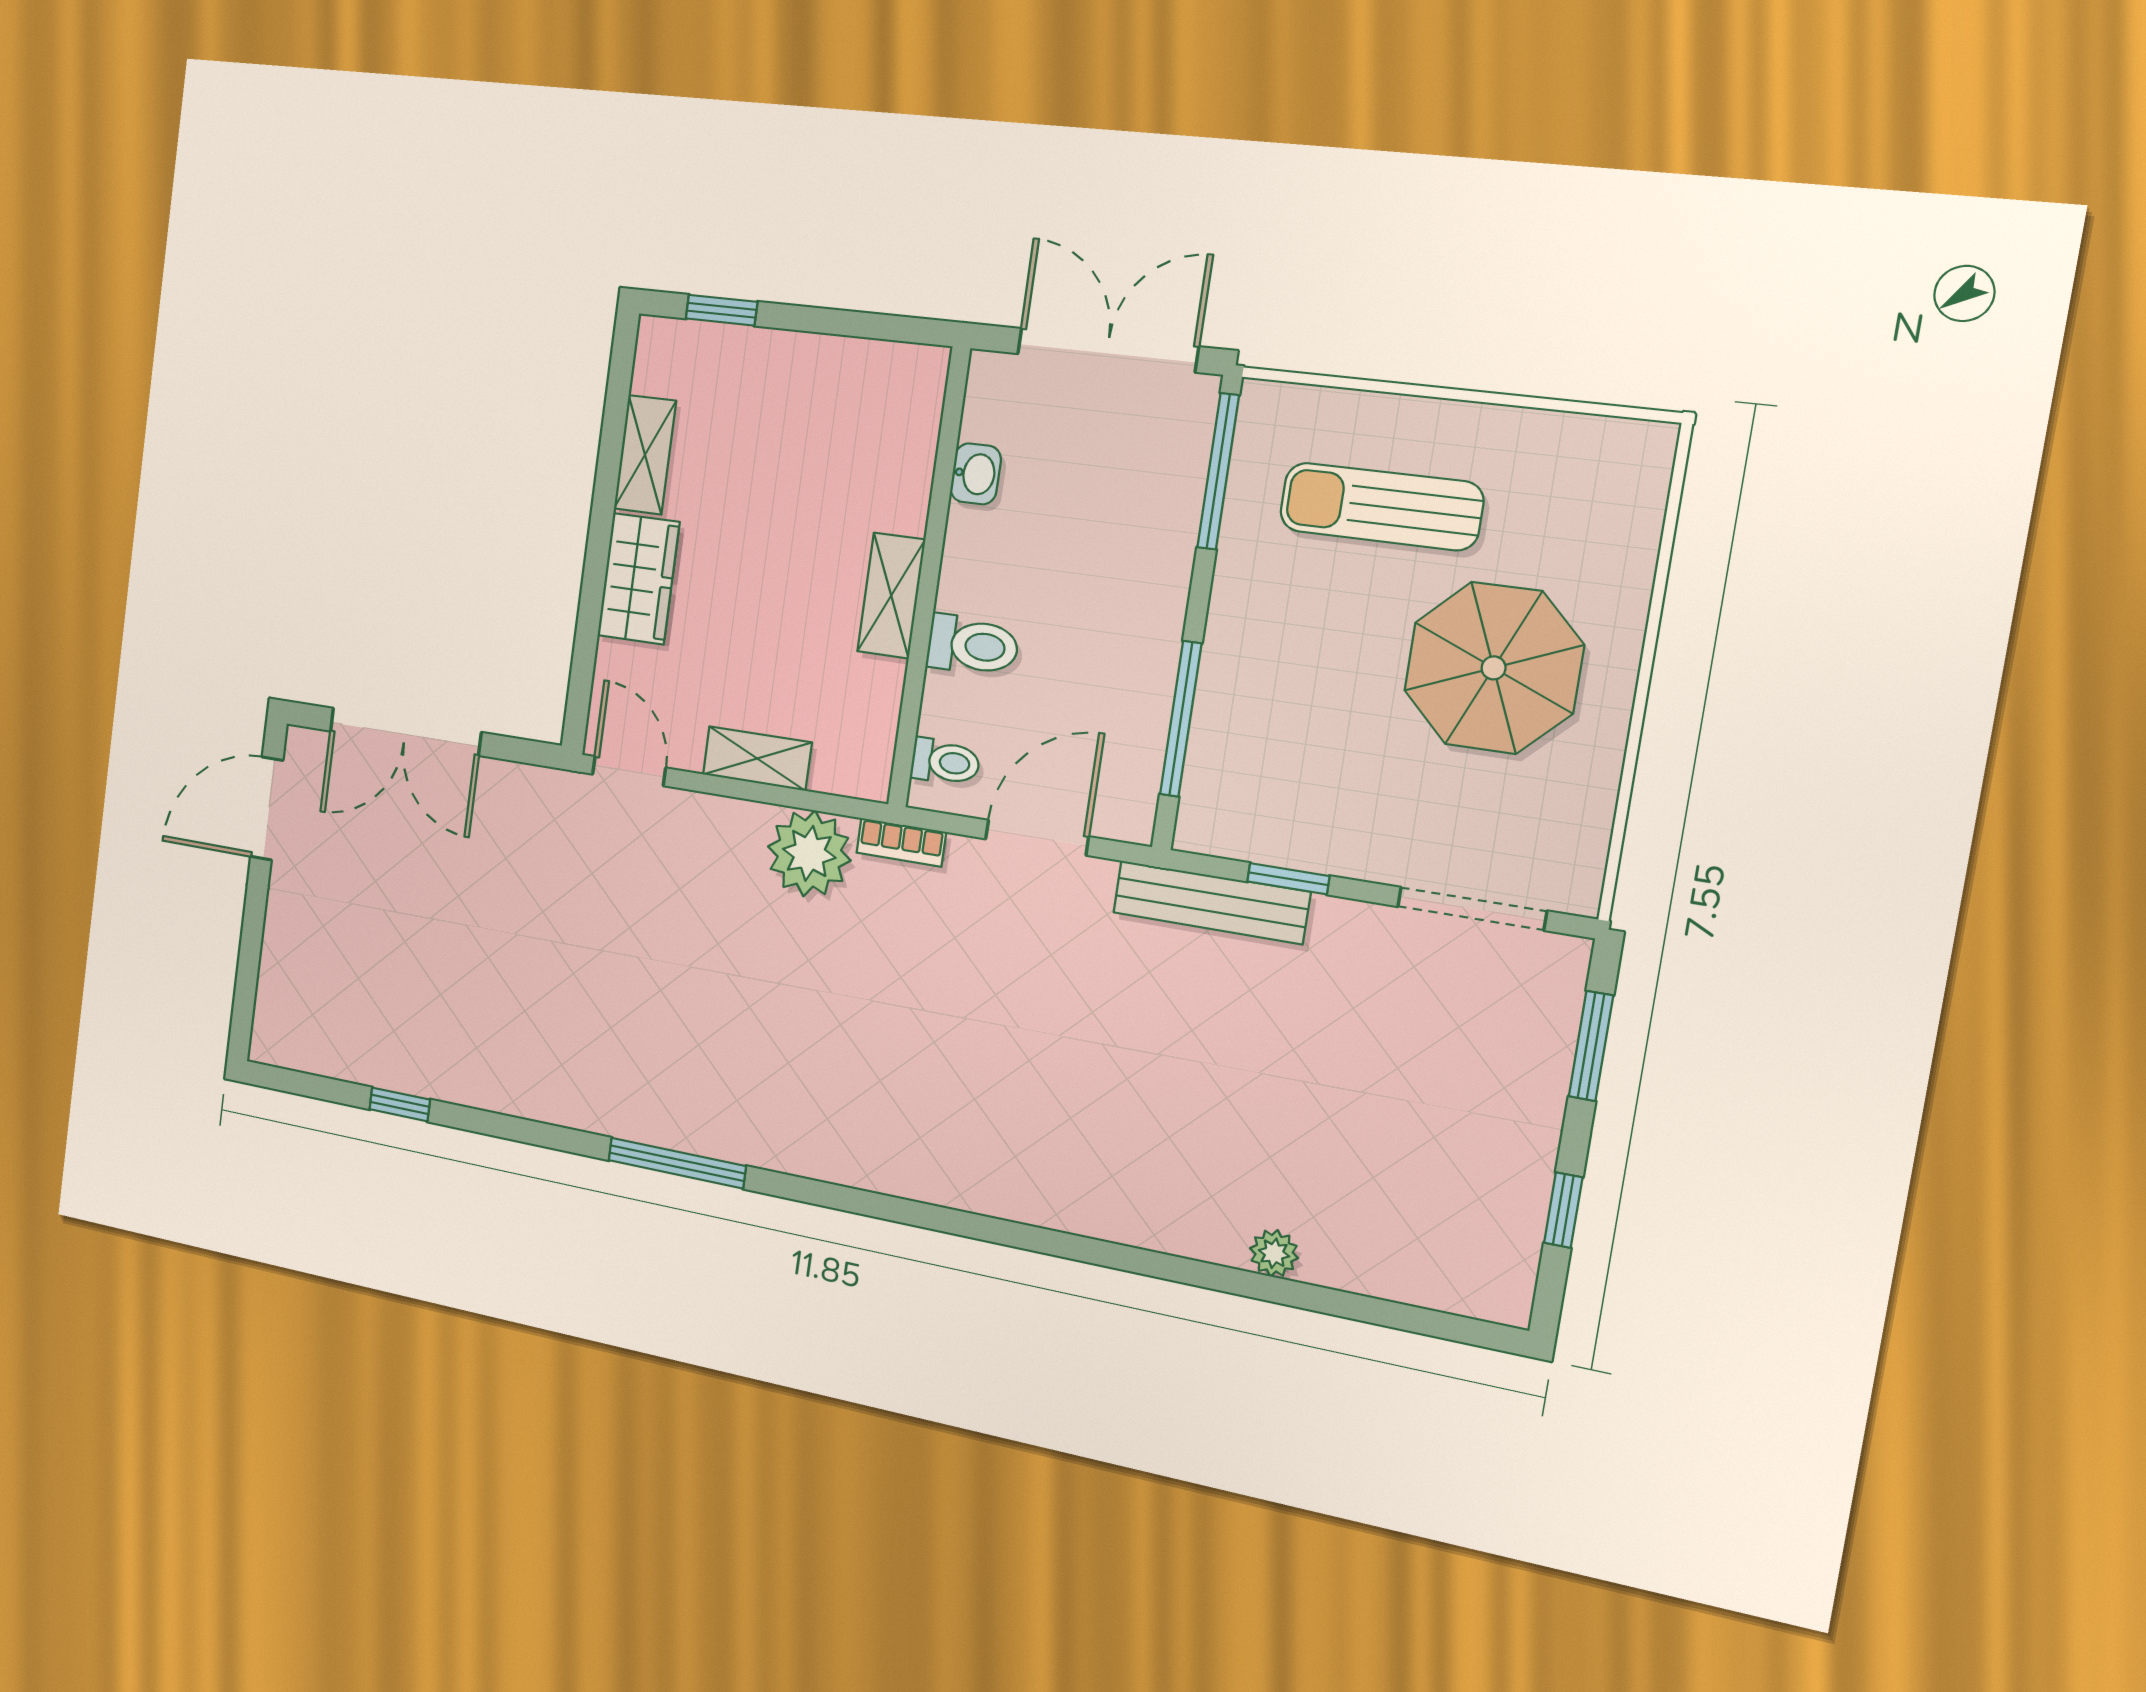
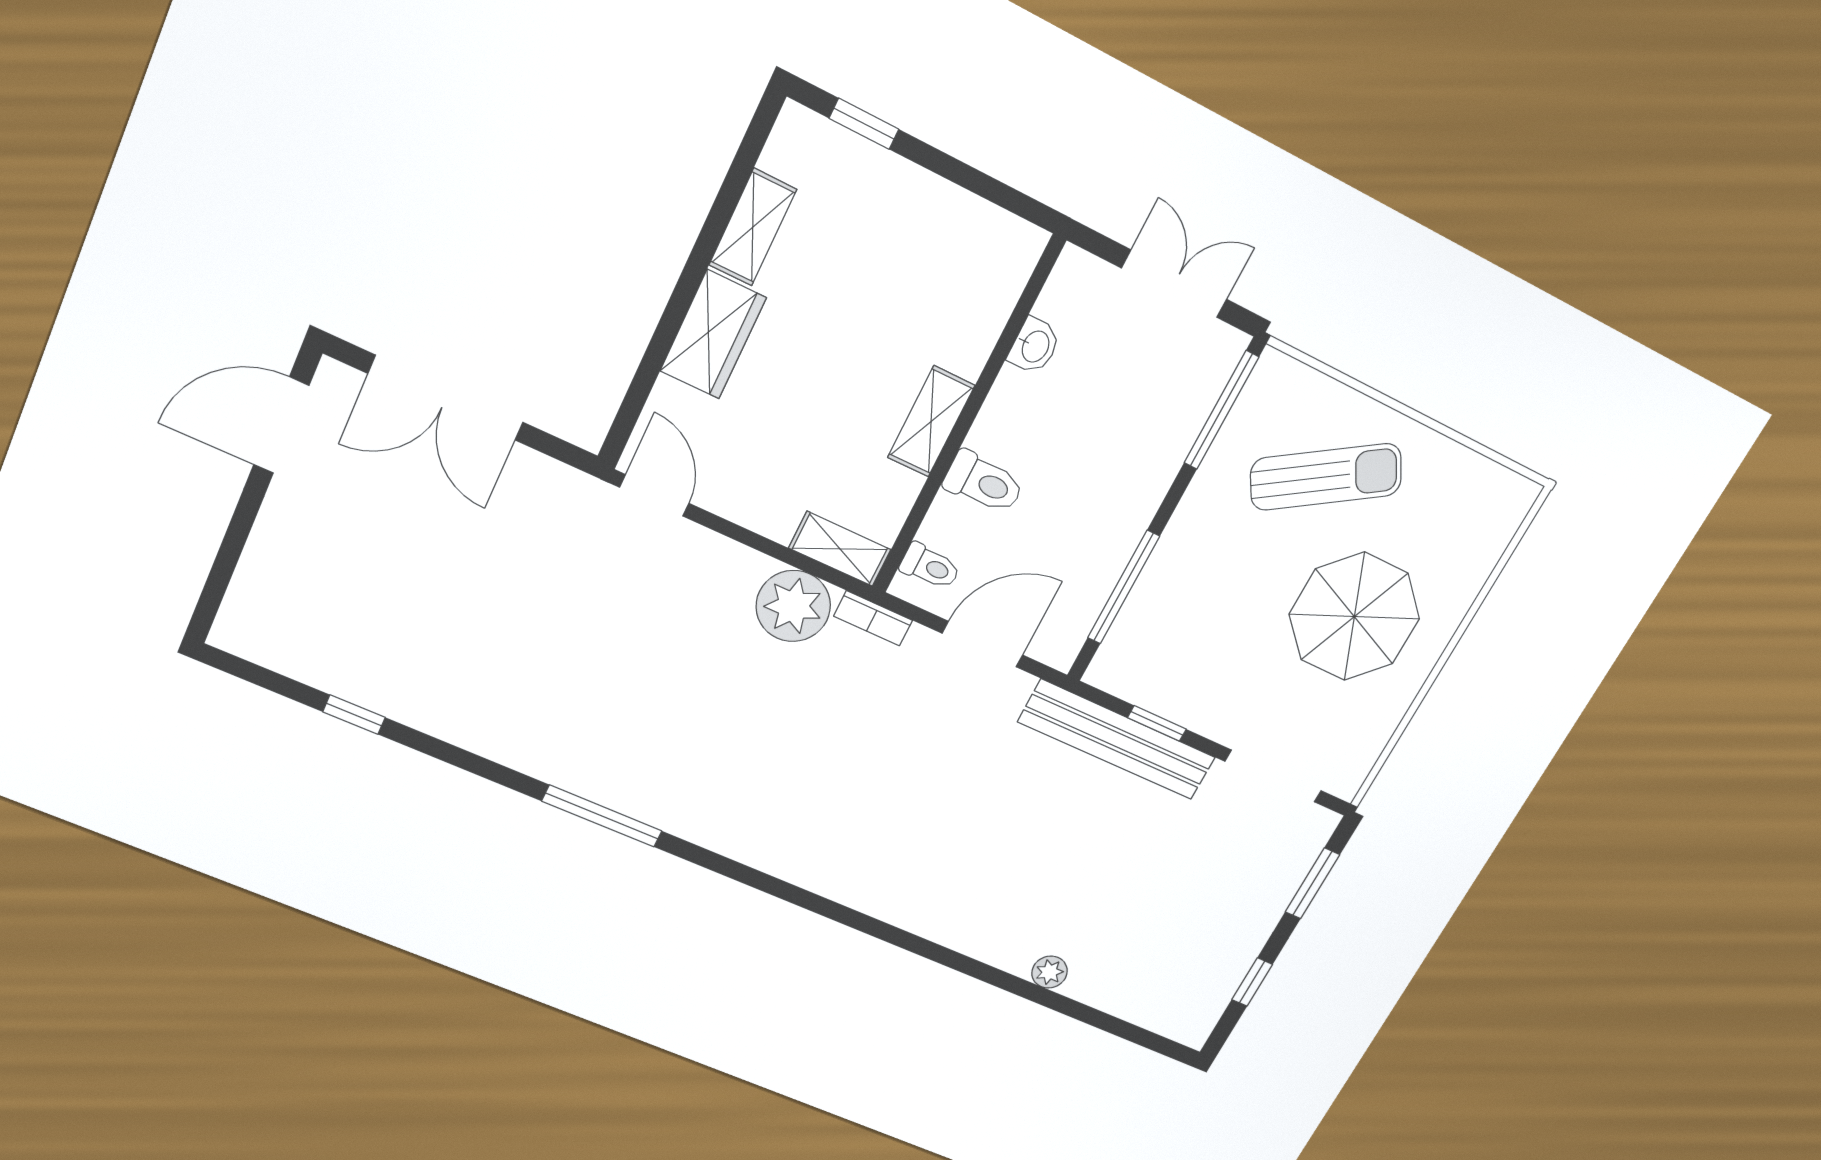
double door: (1107, 350) -> (1174, 284), width x0.73
sun lounger: (1381, 507) -> (1326, 477), turned 148
shelving: (757, 758) -> (840, 549), moved
bench: (1211, 902) -> (1117, 740), width x1.37, depth x1.21

